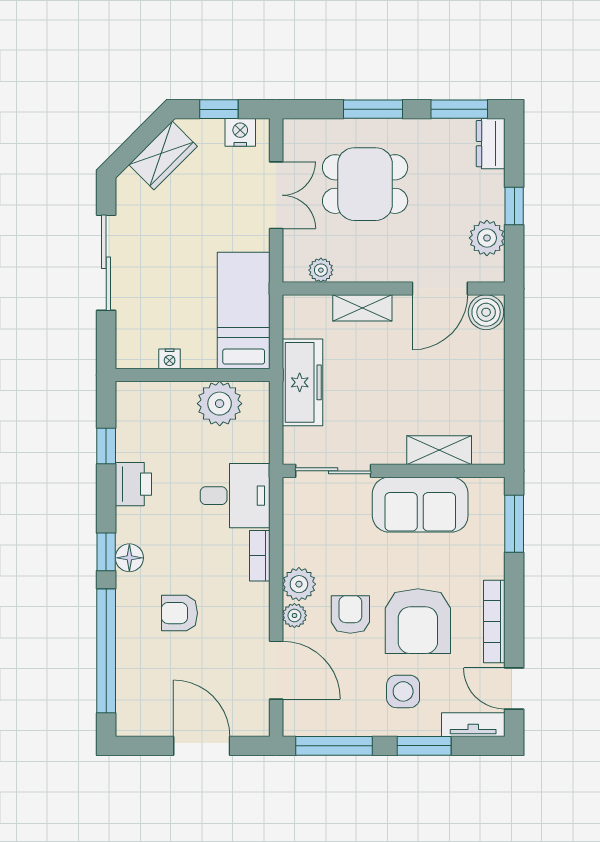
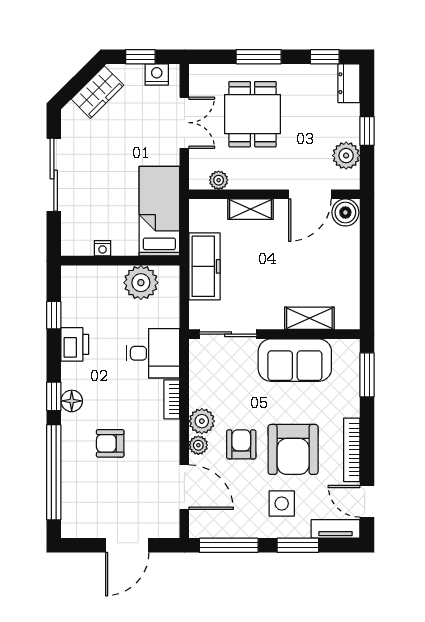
window: (459, 109) -> (325, 57), width x0.67
dining table: (365, 184) -> (252, 114), turned 90
door: (202, 746) -> (127, 545), swing flipped

